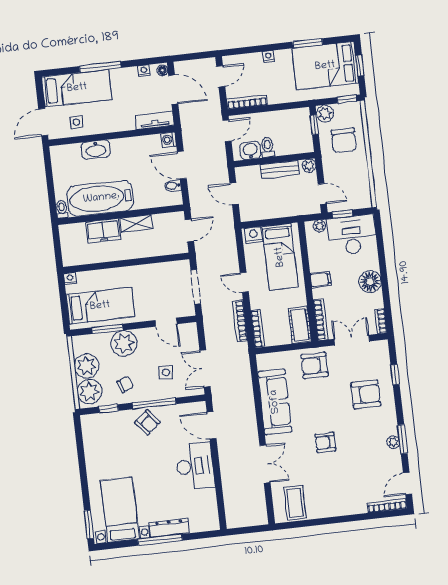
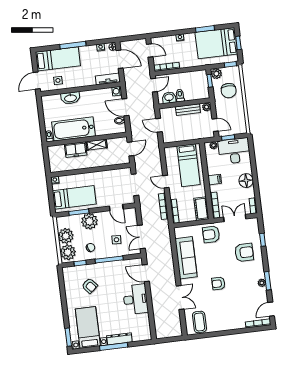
door: (221, 76) -> (150, 50), hinge flipped
nightstand: (253, 235) -> (171, 152), removed
armchair: (148, 422) -> (90, 286), moved

